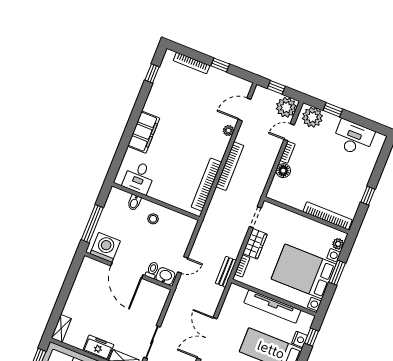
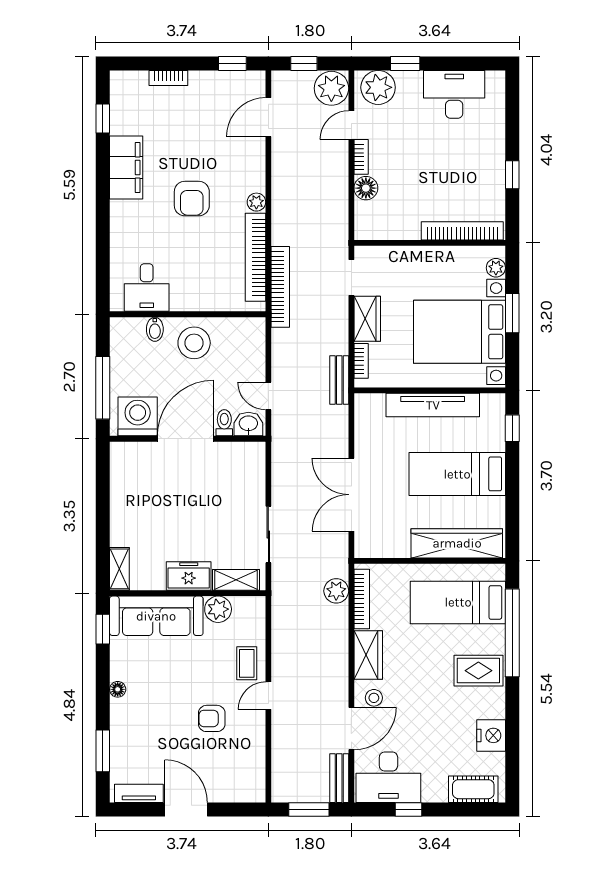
bookcase: (192, 63) -> (168, 78), width x0.64
window: (220, 65) -> (232, 63), moved
plant: (228, 131) -> (256, 202), moved
filing cabinet: (144, 132) -> (126, 167), moved
armchair: (184, 138) -> (192, 199), added
bookcase: (230, 166) -> (280, 287), moved
stool: (153, 219) -> (194, 343), width x1.89, depth x1.89
door: (183, 265) -> (268, 396), swing flipped
door: (127, 270) -> (185, 439), swing flipped
nightstand: (300, 339) -> (495, 439), removed

